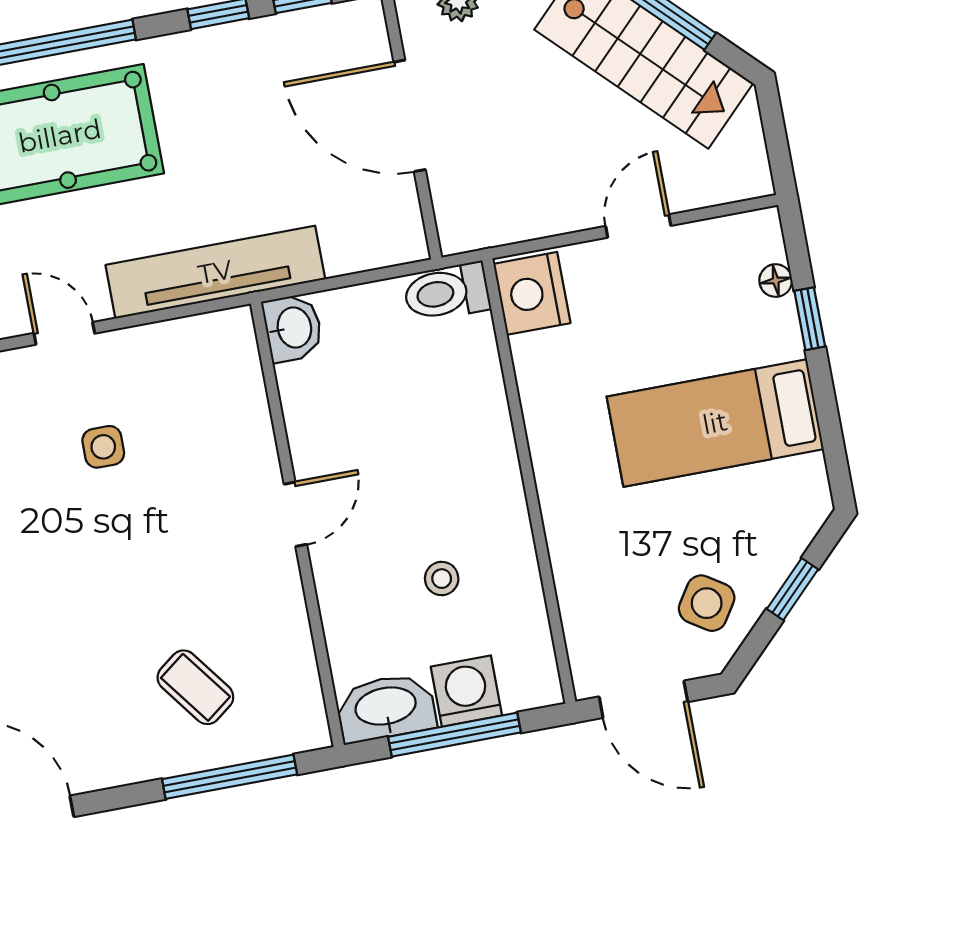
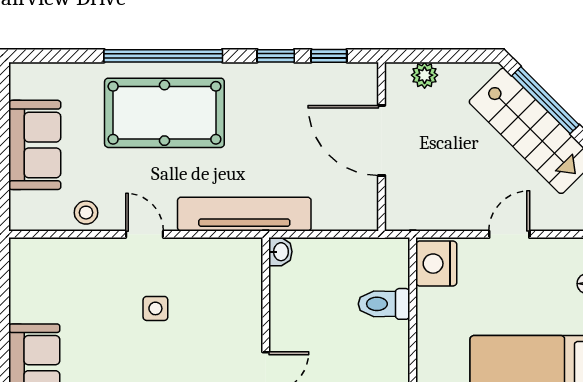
toilet: (447, 292) -> (384, 304), moved
washbasin: (293, 328) -> (280, 252), width x0.72, depth x0.69

